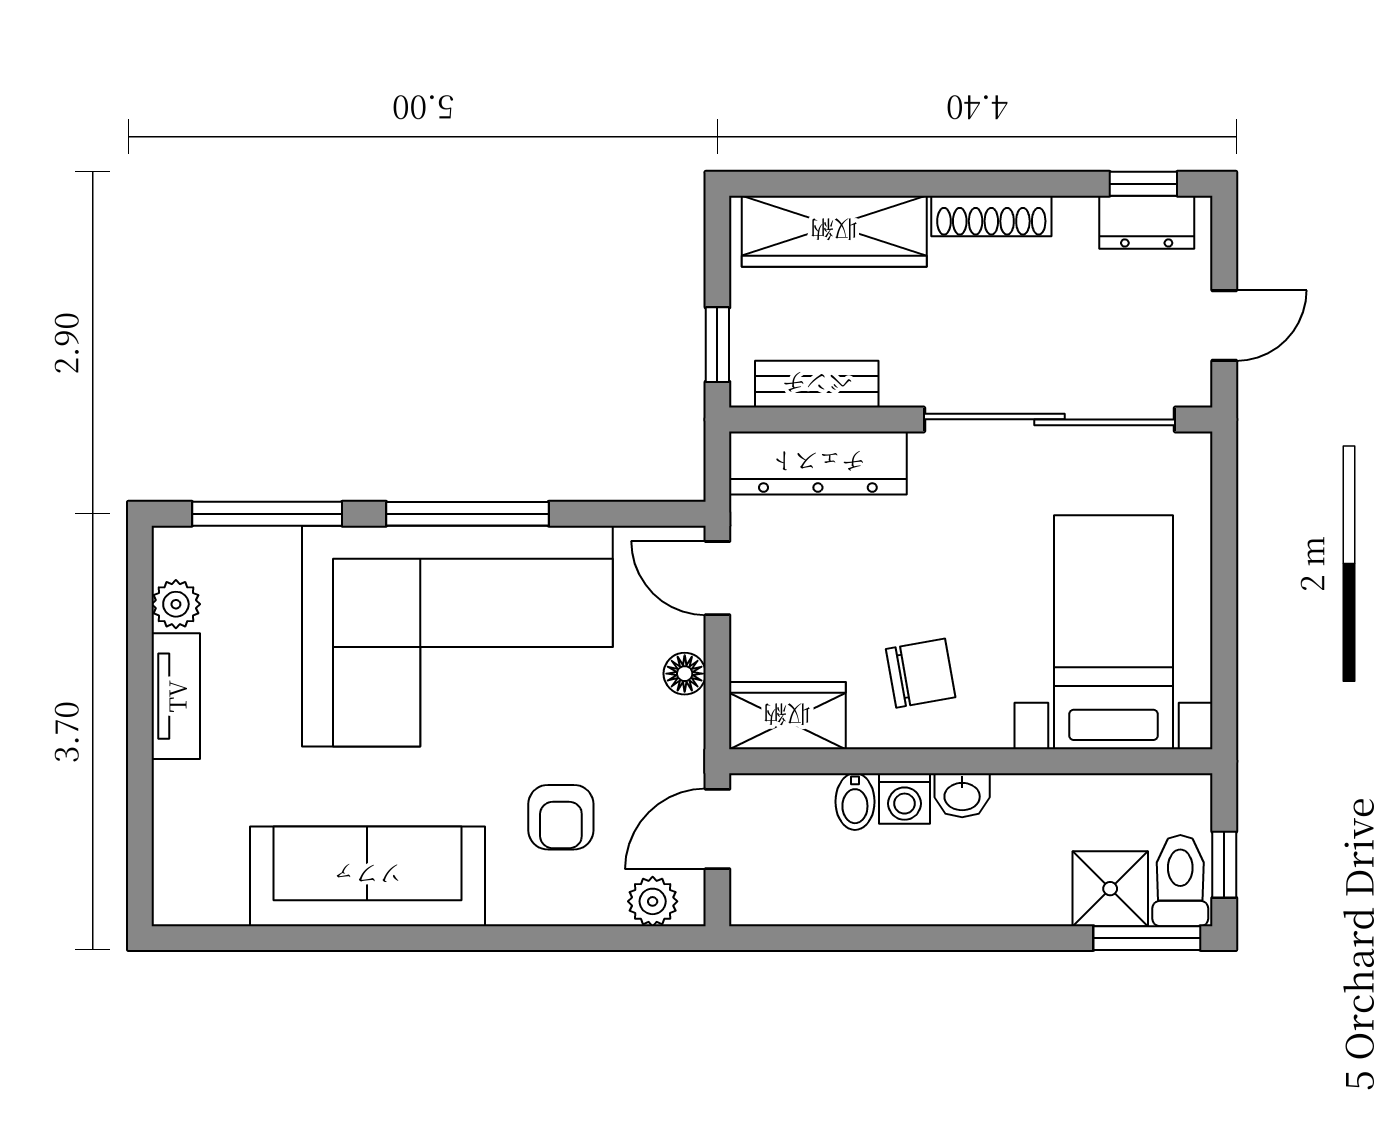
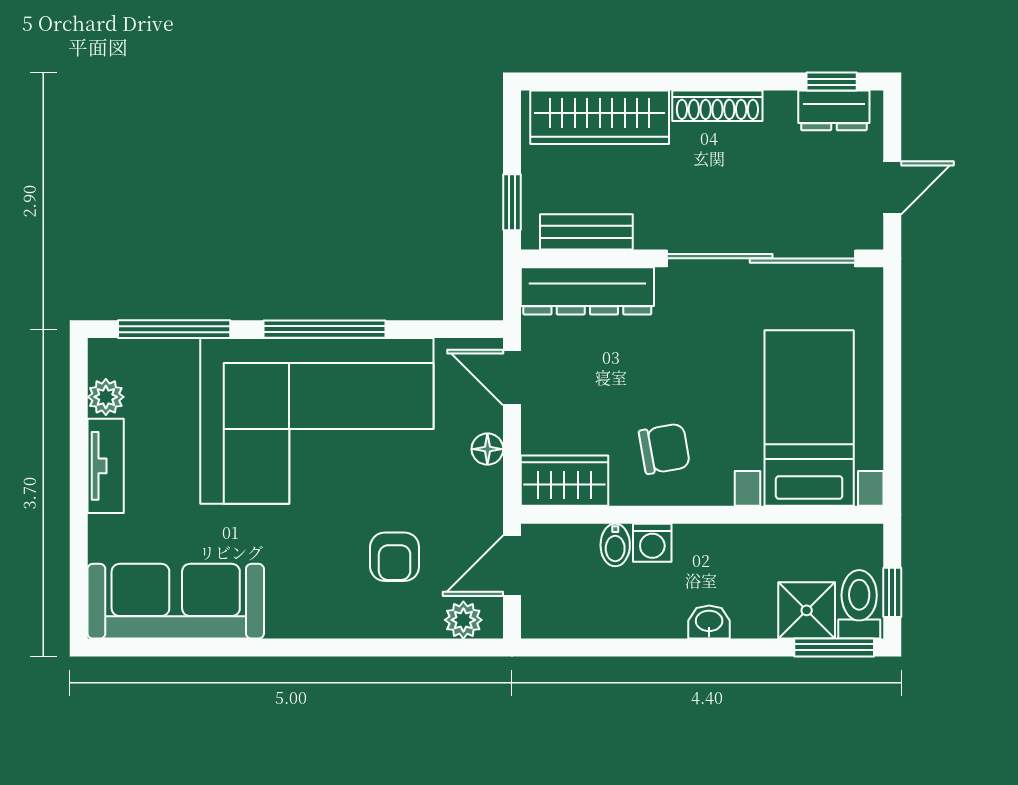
washbasin: (962, 795) -> (709, 622), moved, turned 180
sofa: (367, 876) -> (176, 601), moved

